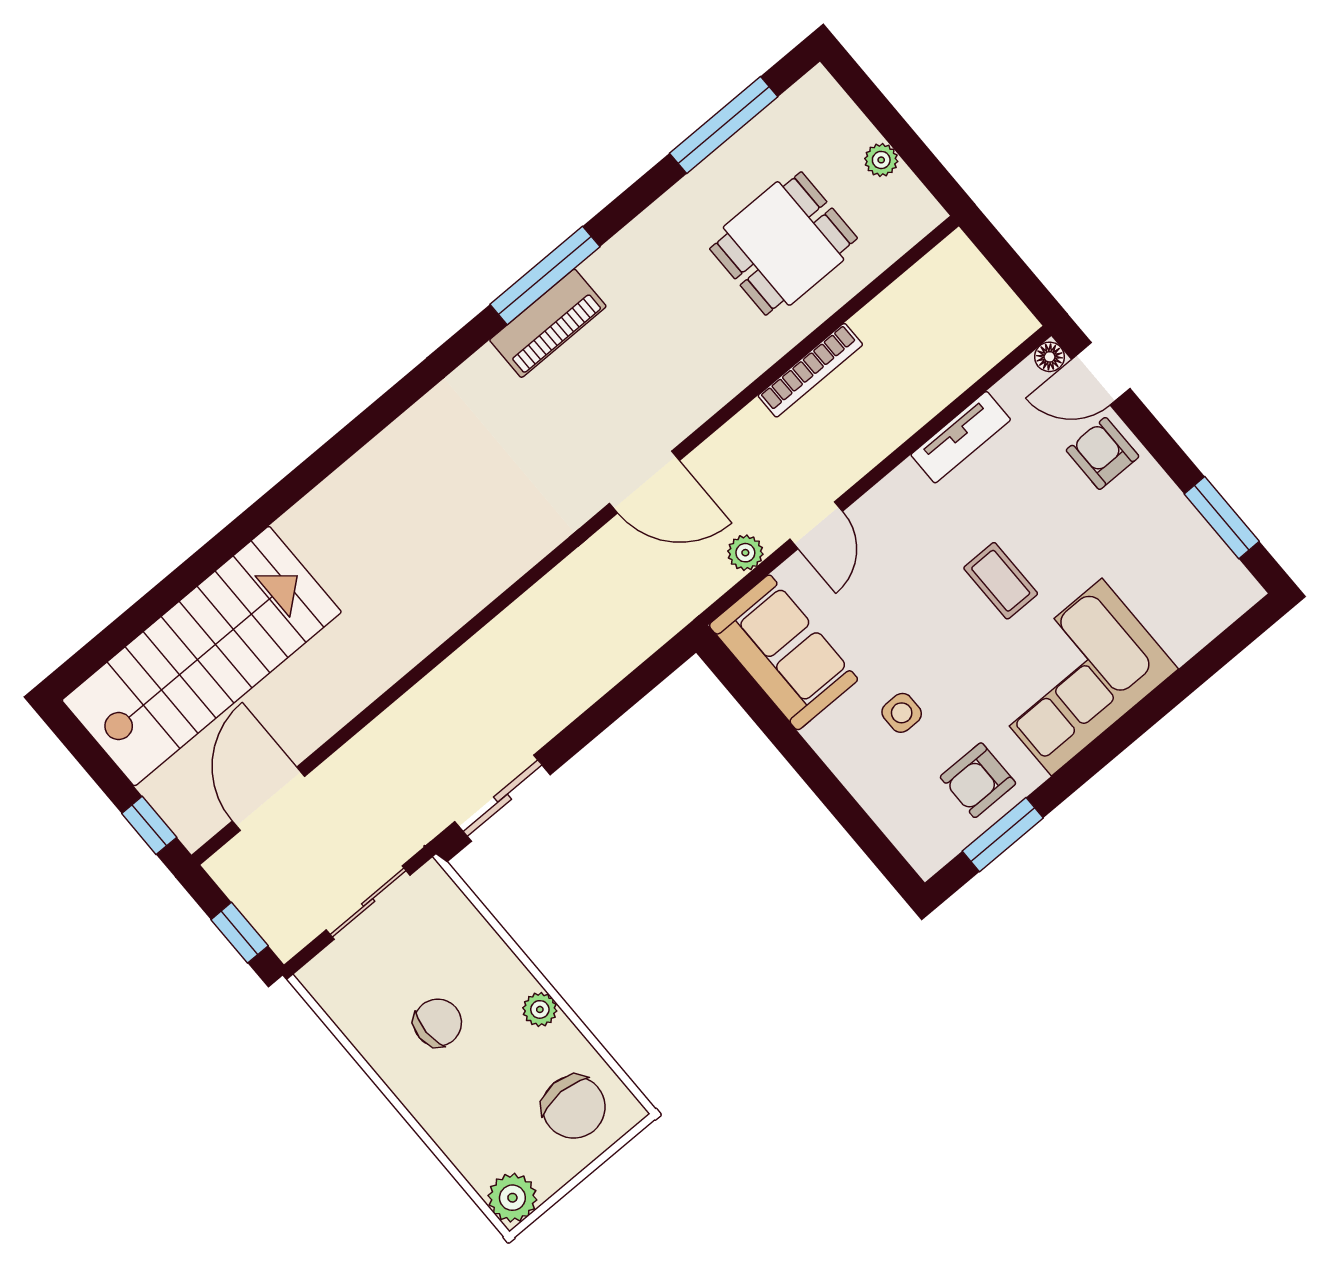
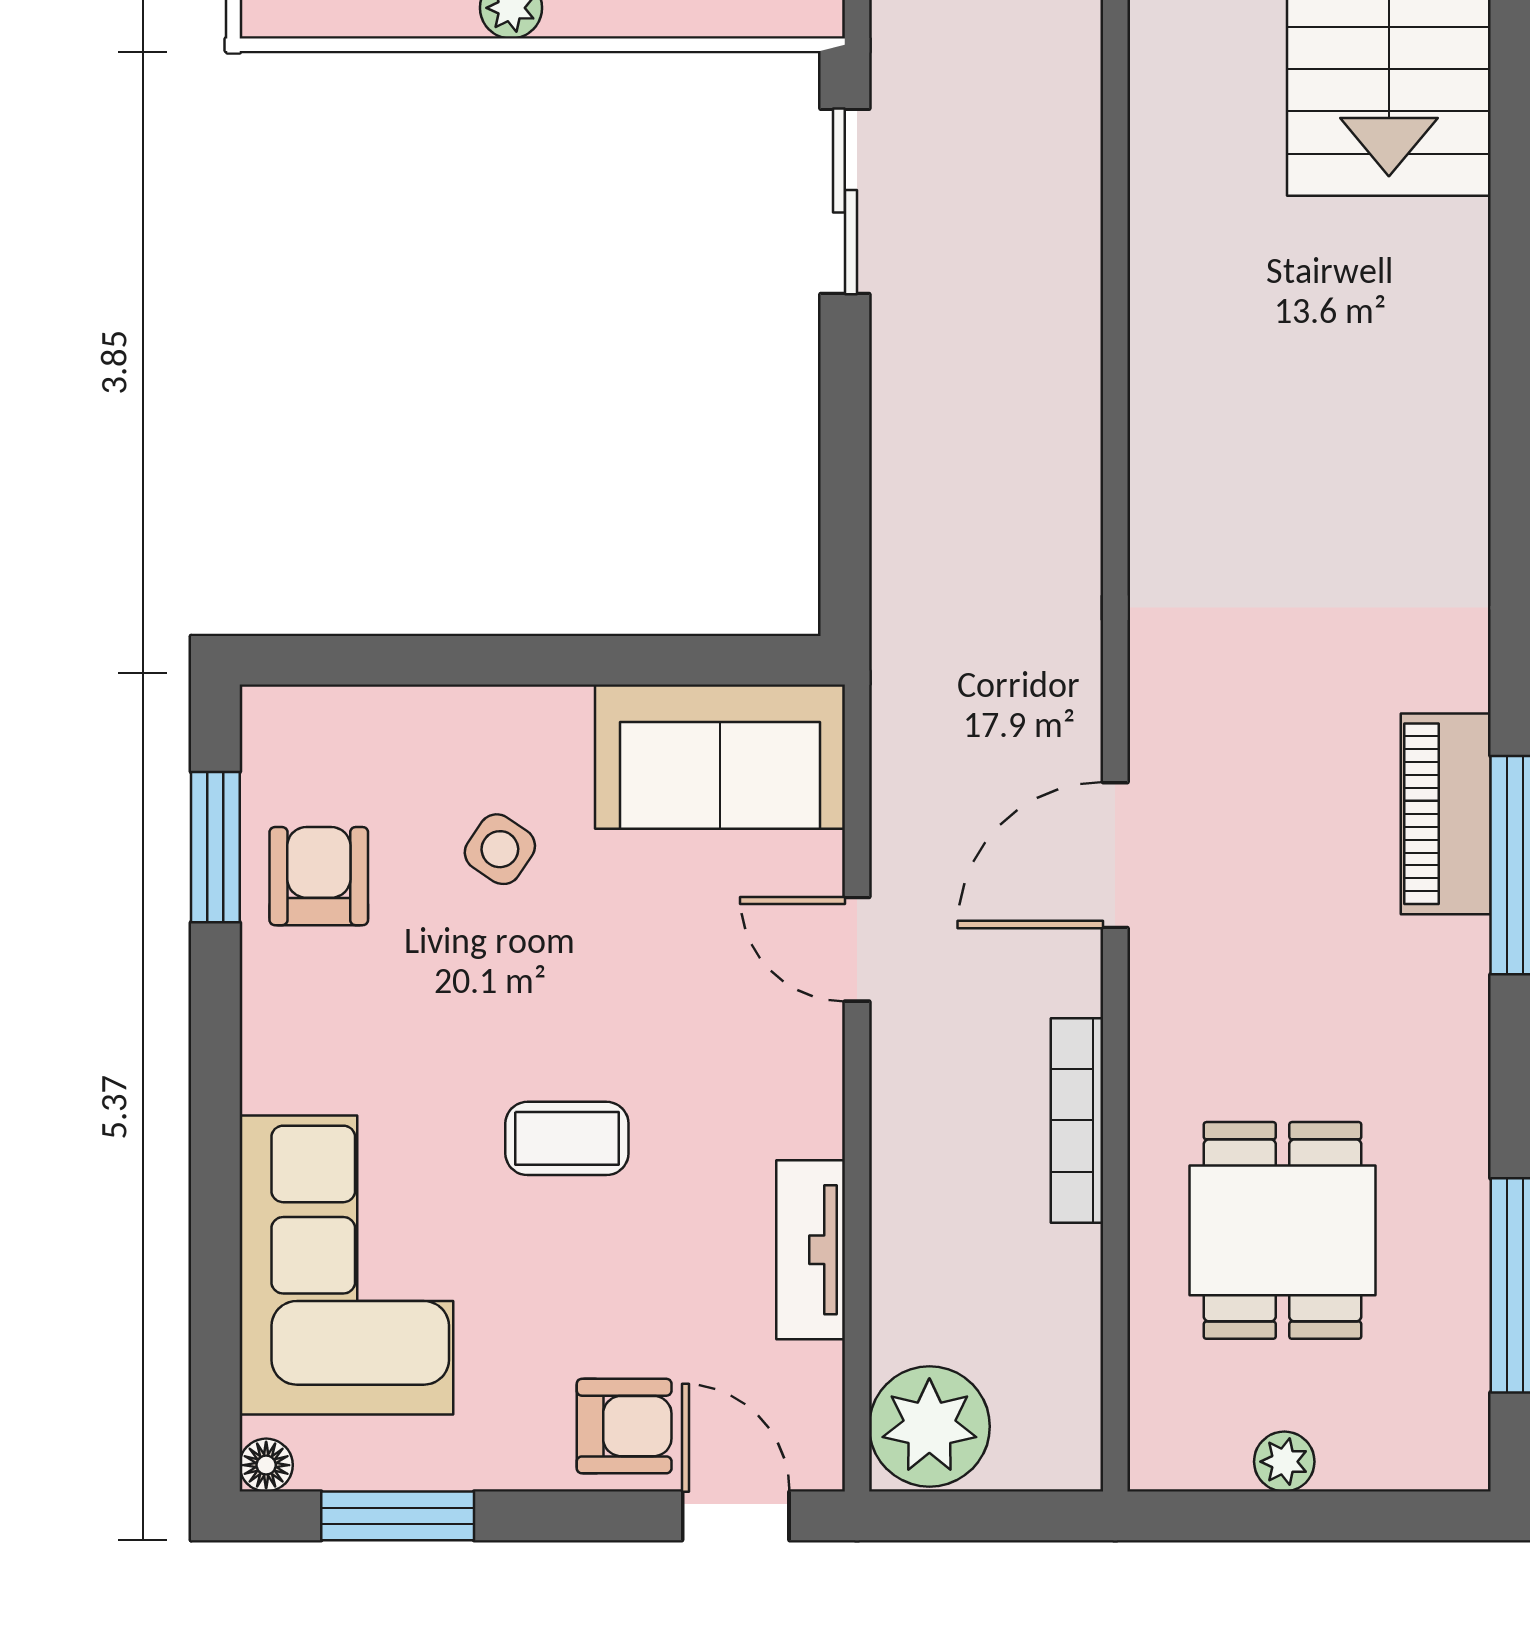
floor lamp: (1050, 357) -> (266, 1465), moved
door: (1101, 374) -> (736, 1516), hinge flipped
door: (645, 482) -> (1115, 855), moved
plant: (745, 553) -> (929, 1426), moved, width x1.87, depth x1.87
corner sofa: (1077, 677) -> (346, 1265), moved
side table: (902, 713) -> (500, 849), turned 34

